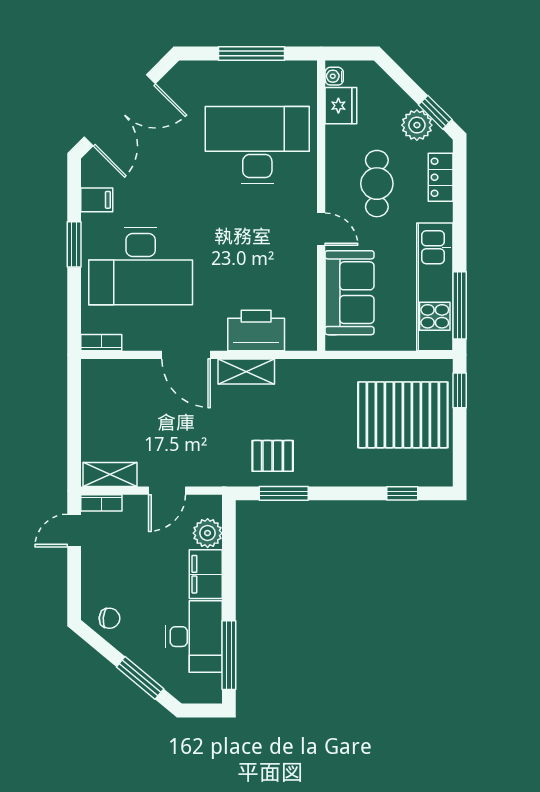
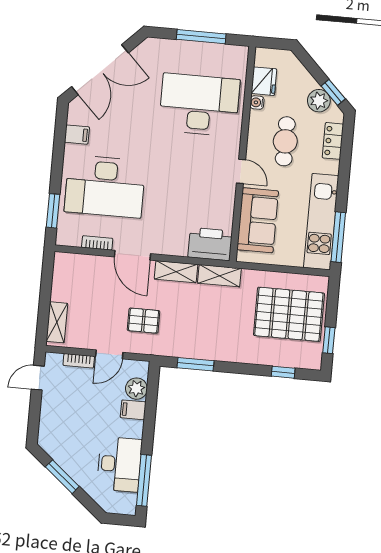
water cooler: (334, 76) -> (257, 102), moved
window: (74, 244) -> (53, 211), moved
printer: (256, 330) -> (210, 244), moved
bookcase: (101, 343) -> (97, 243), moved
shelving: (305, 372) -> (219, 276), added
window: (460, 390) -> (329, 340), moved
pallet: (273, 456) -> (144, 321), moved
shelving: (110, 474) -> (57, 322), moved, turned 90
bookcase: (101, 503) -> (79, 361), moved
filing cabinet: (206, 574) -> (133, 410), width x0.50
chair: (110, 618) -> (58, 445), removed
window: (140, 678) -> (62, 477), moved

